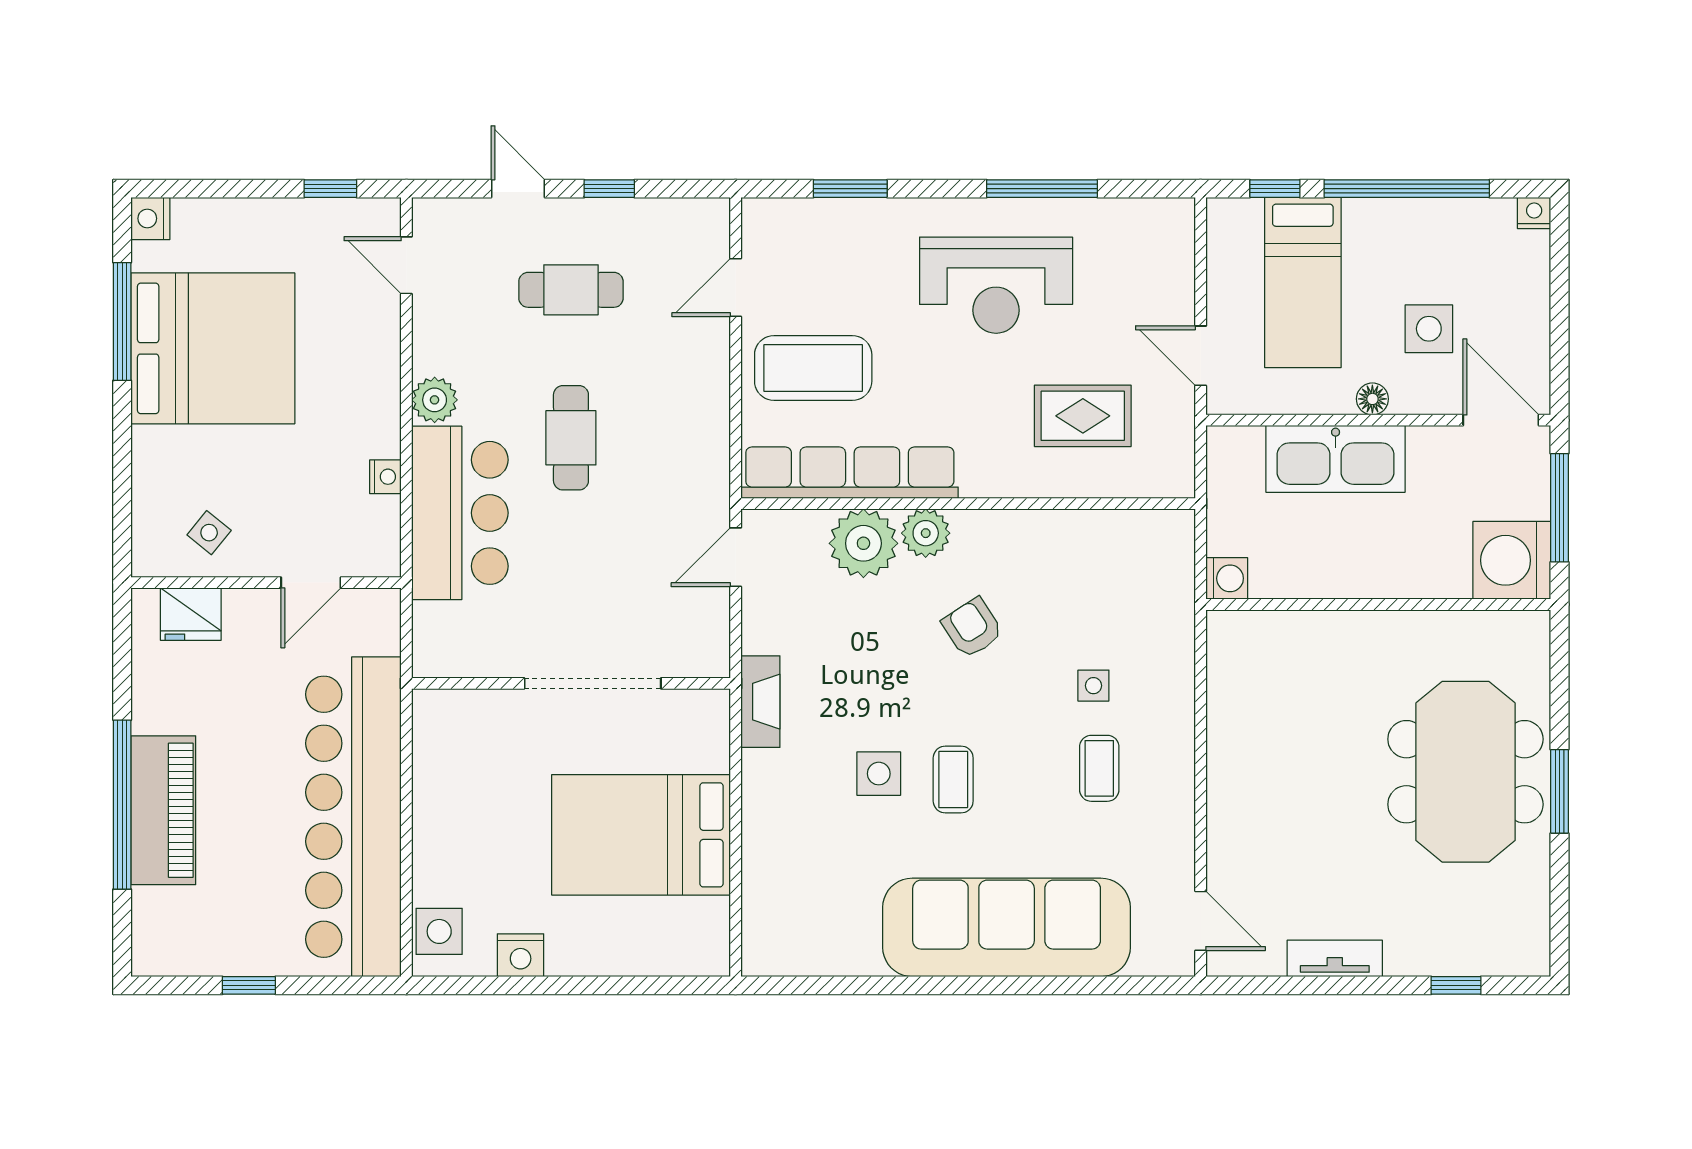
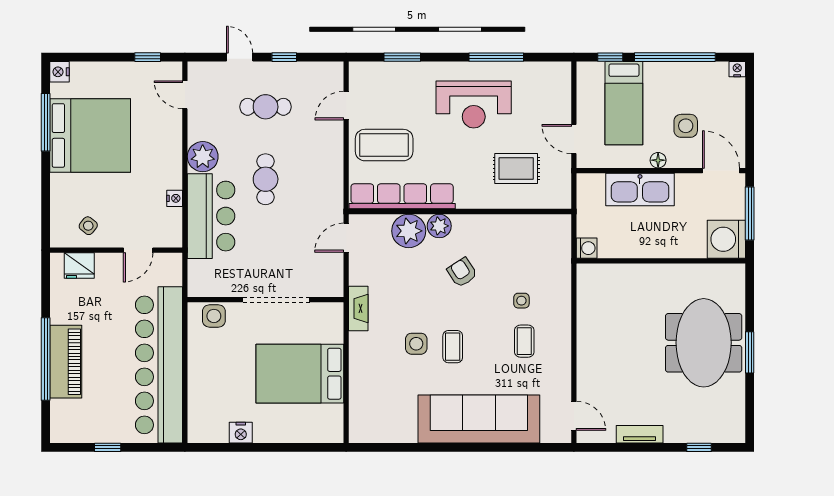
plant: (435, 400) -> (203, 157), width x1.36, depth x1.36
side table: (439, 931) -> (214, 316), moved

